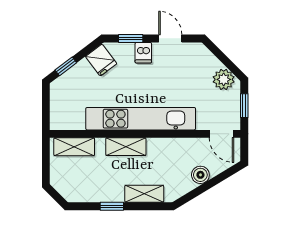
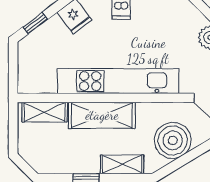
shelving: (126, 147) -> (102, 115), width x1.50, depth x1.33
boiler: (200, 175) -> (173, 140), width x1.86, depth x1.86

